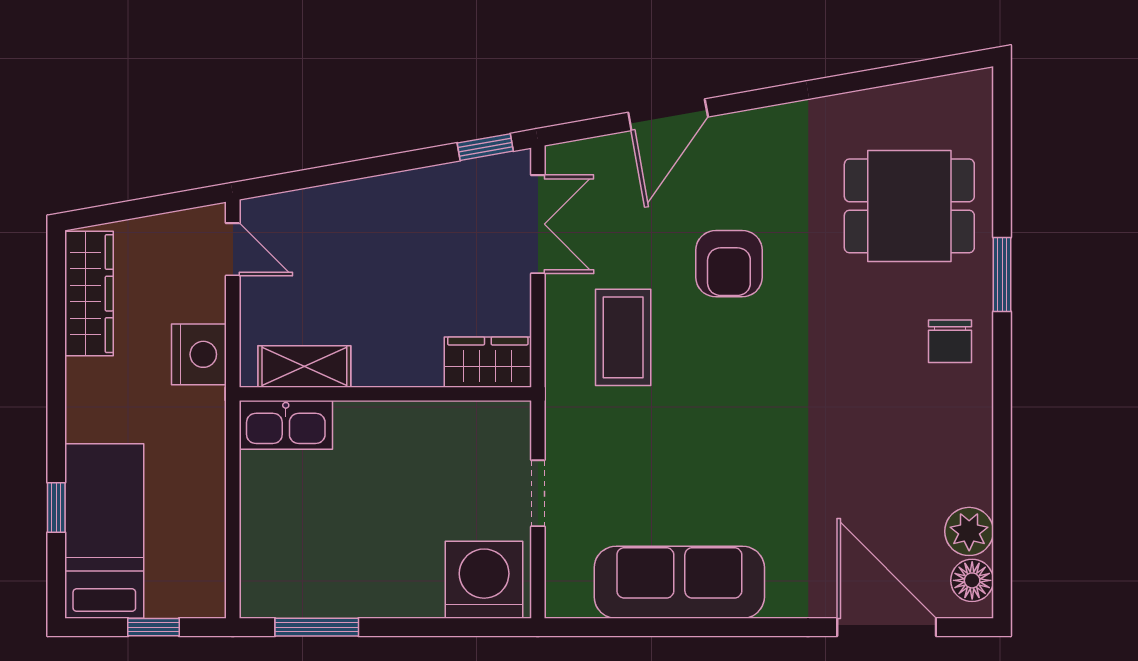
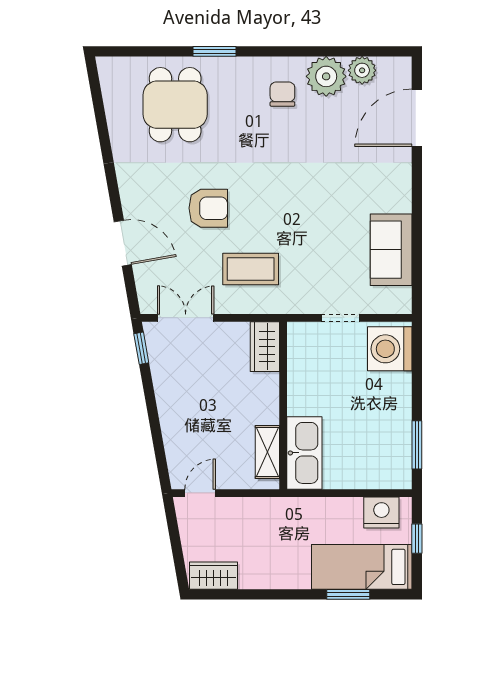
wardrobe: (89, 294) -> (214, 576), width x0.67
chair: (950, 341) -> (282, 94), moved, turned -90
nightstand: (199, 354) -> (381, 513), moved
kitchen sink: (286, 425) -> (304, 453), width x1.36, depth x1.24
plant: (959, 469) -> (326, 76), added
window: (56, 507) -> (348, 594), width x1.50
floor lamp: (972, 580) -> (390, 69), removed
sofa: (679, 582) -> (391, 250), width x0.73

